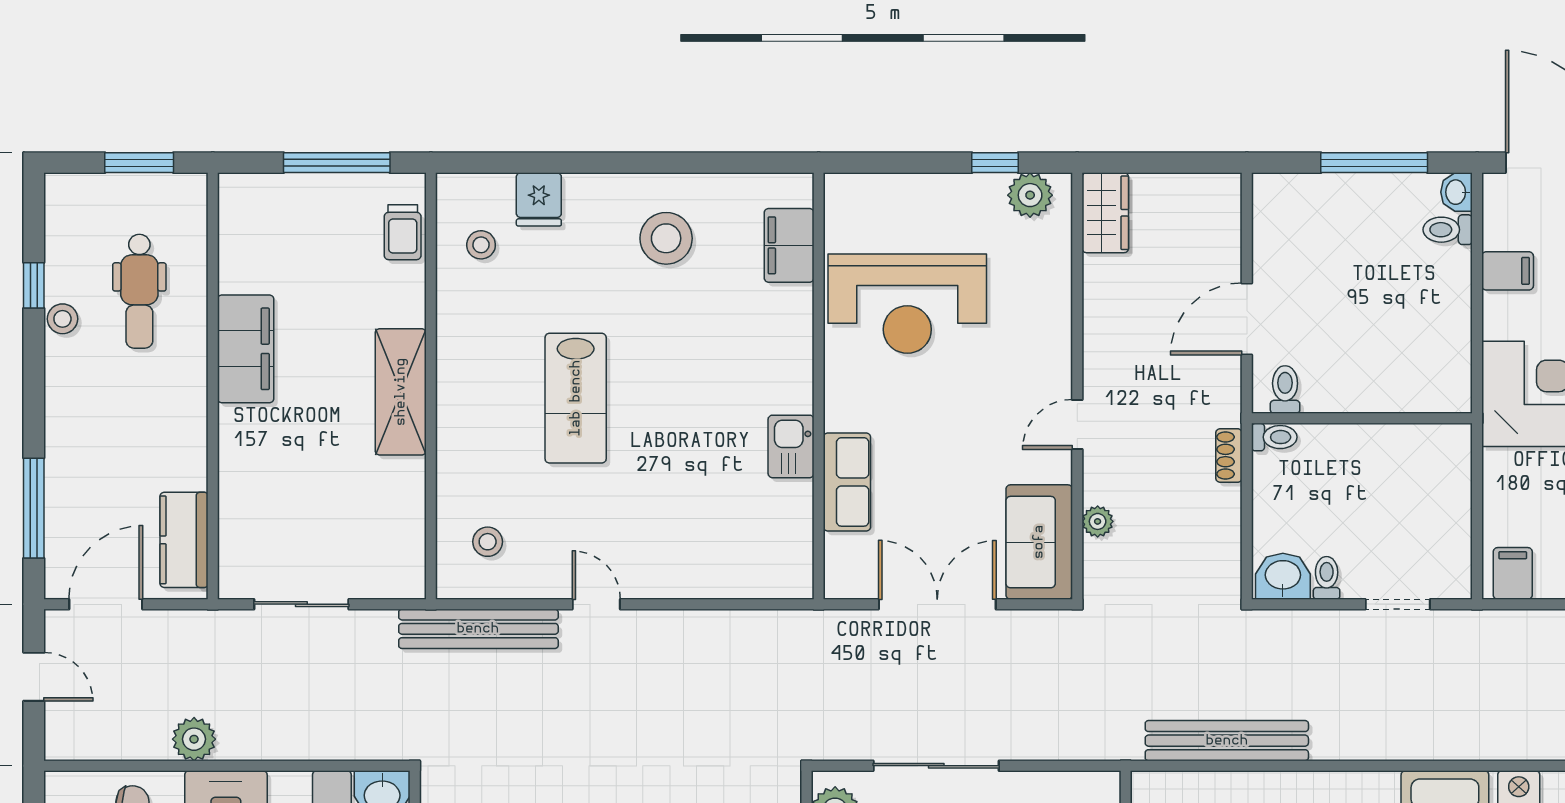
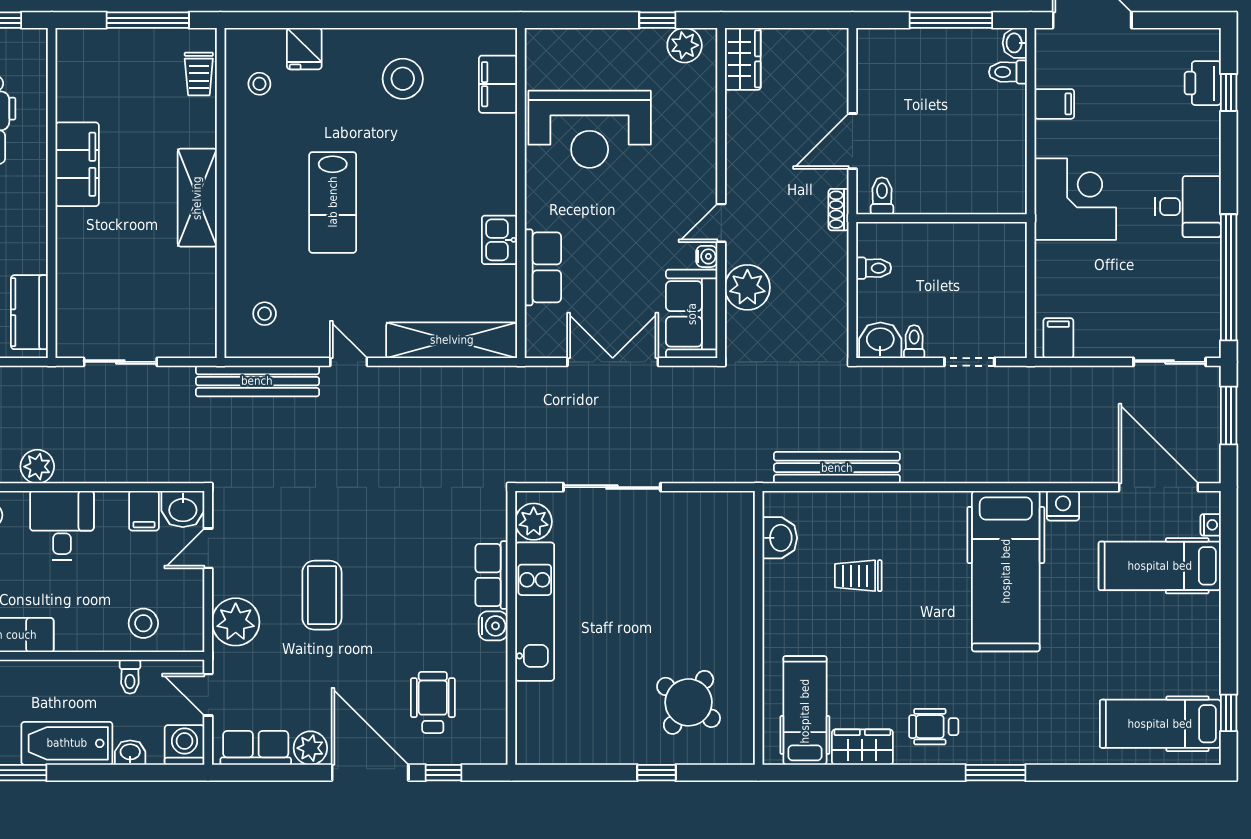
toilet: (1274, 437) -> (874, 268), moved
shoe rack: (1229, 456) -> (839, 210), moved
water cooler: (1059, 468) -> (707, 256), added
plant: (1098, 521) -> (747, 287), width x1.88, depth x1.88
shelving: (729, 576) -> (452, 340), added

